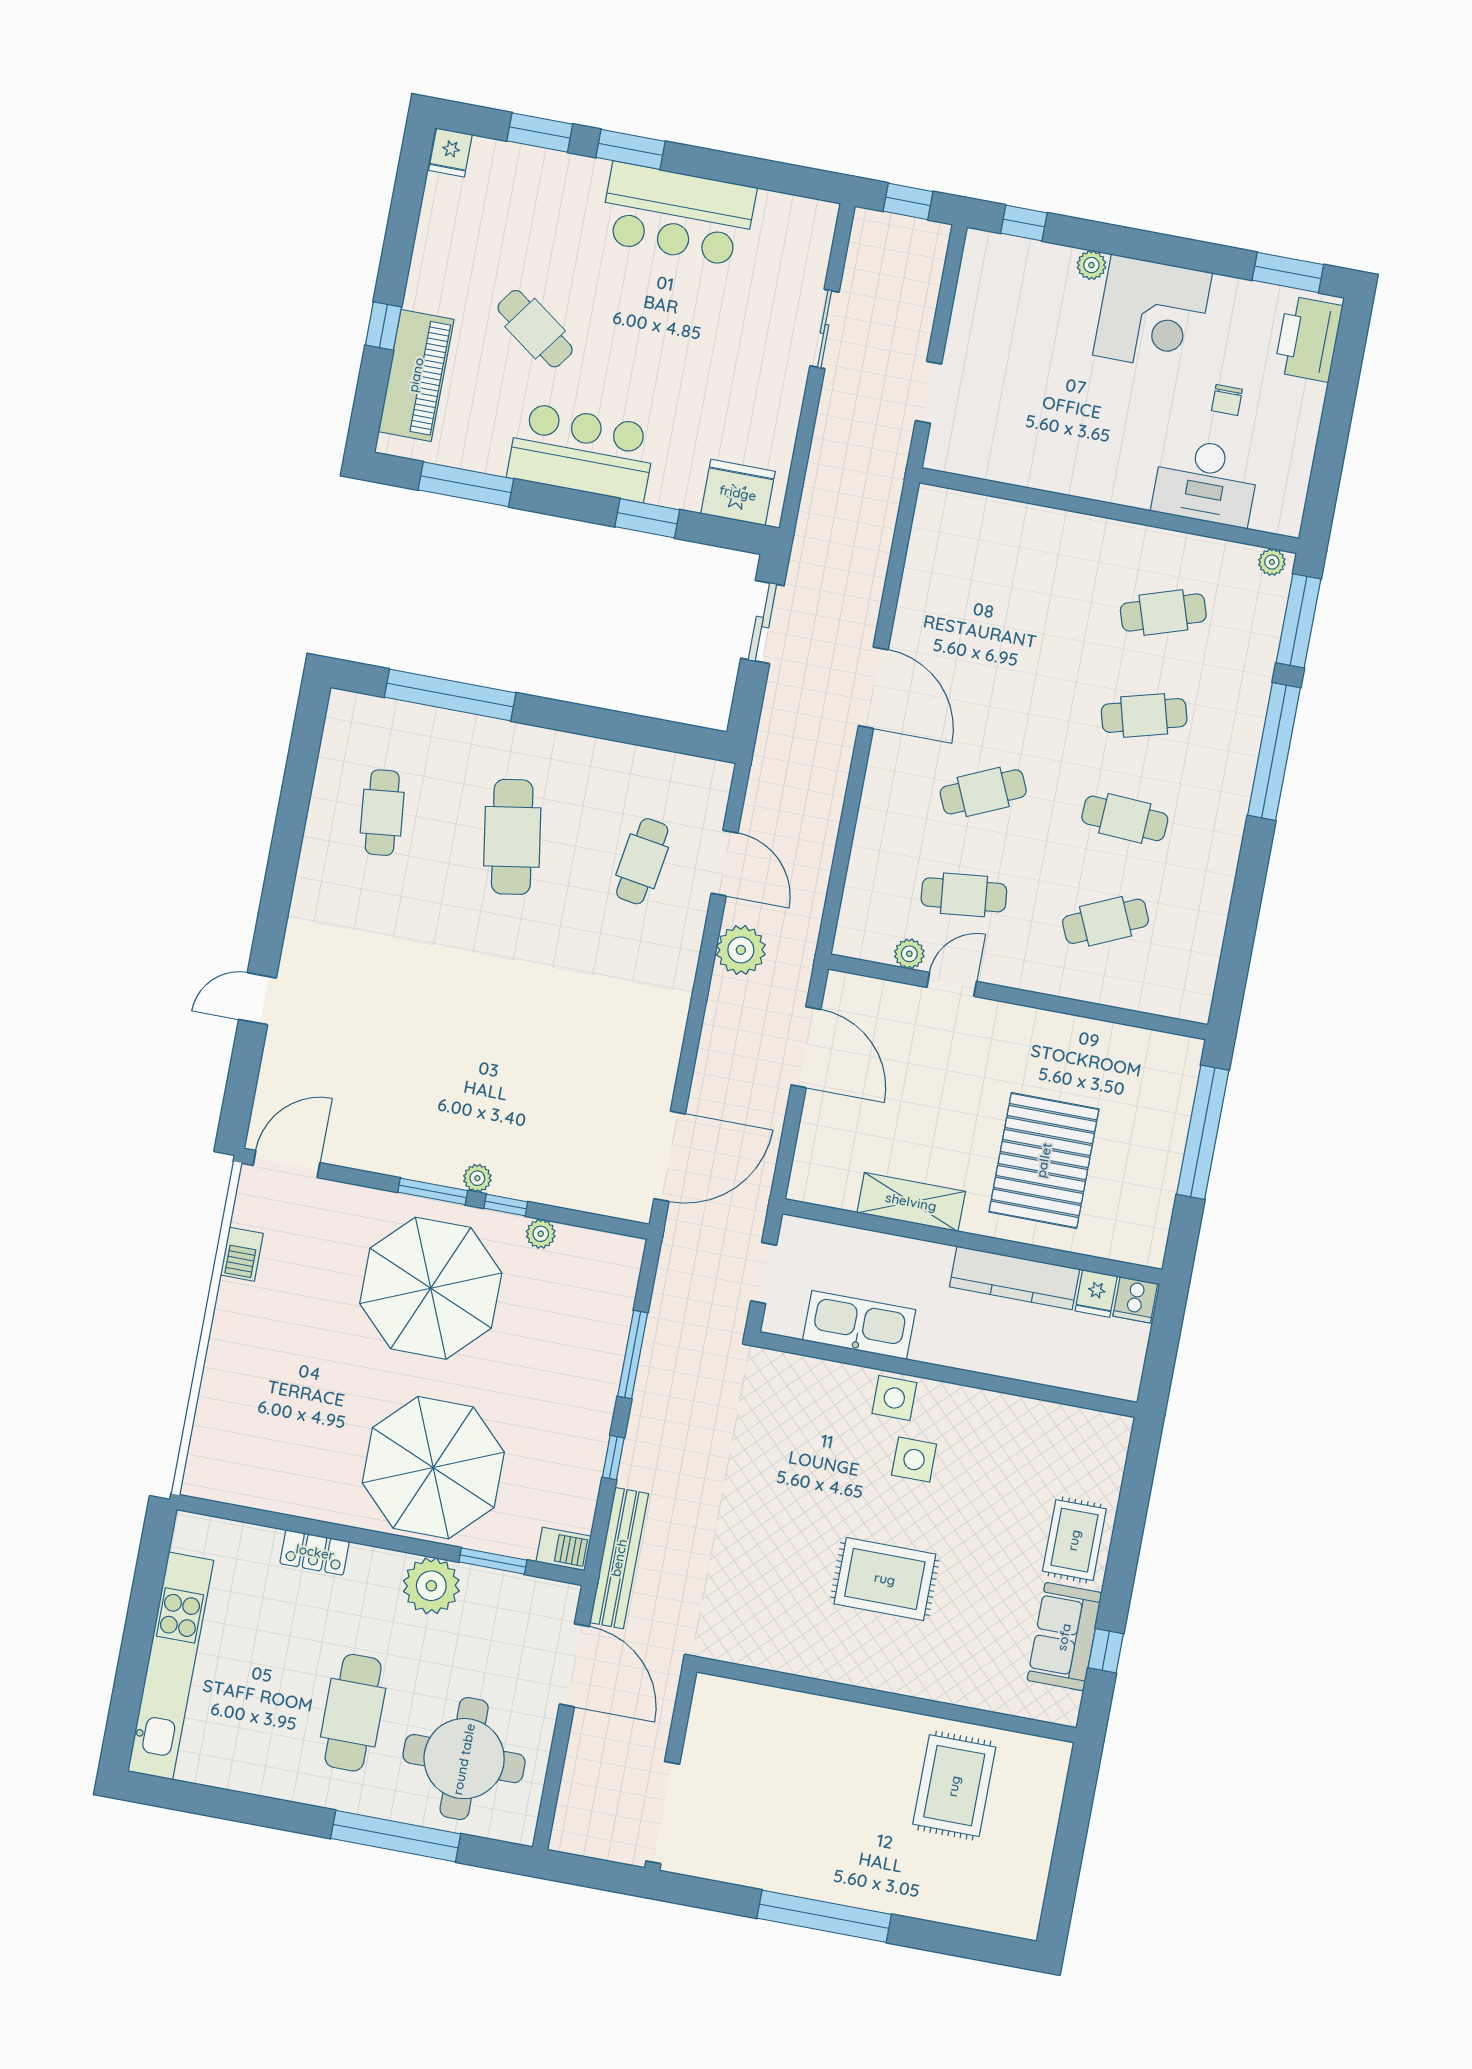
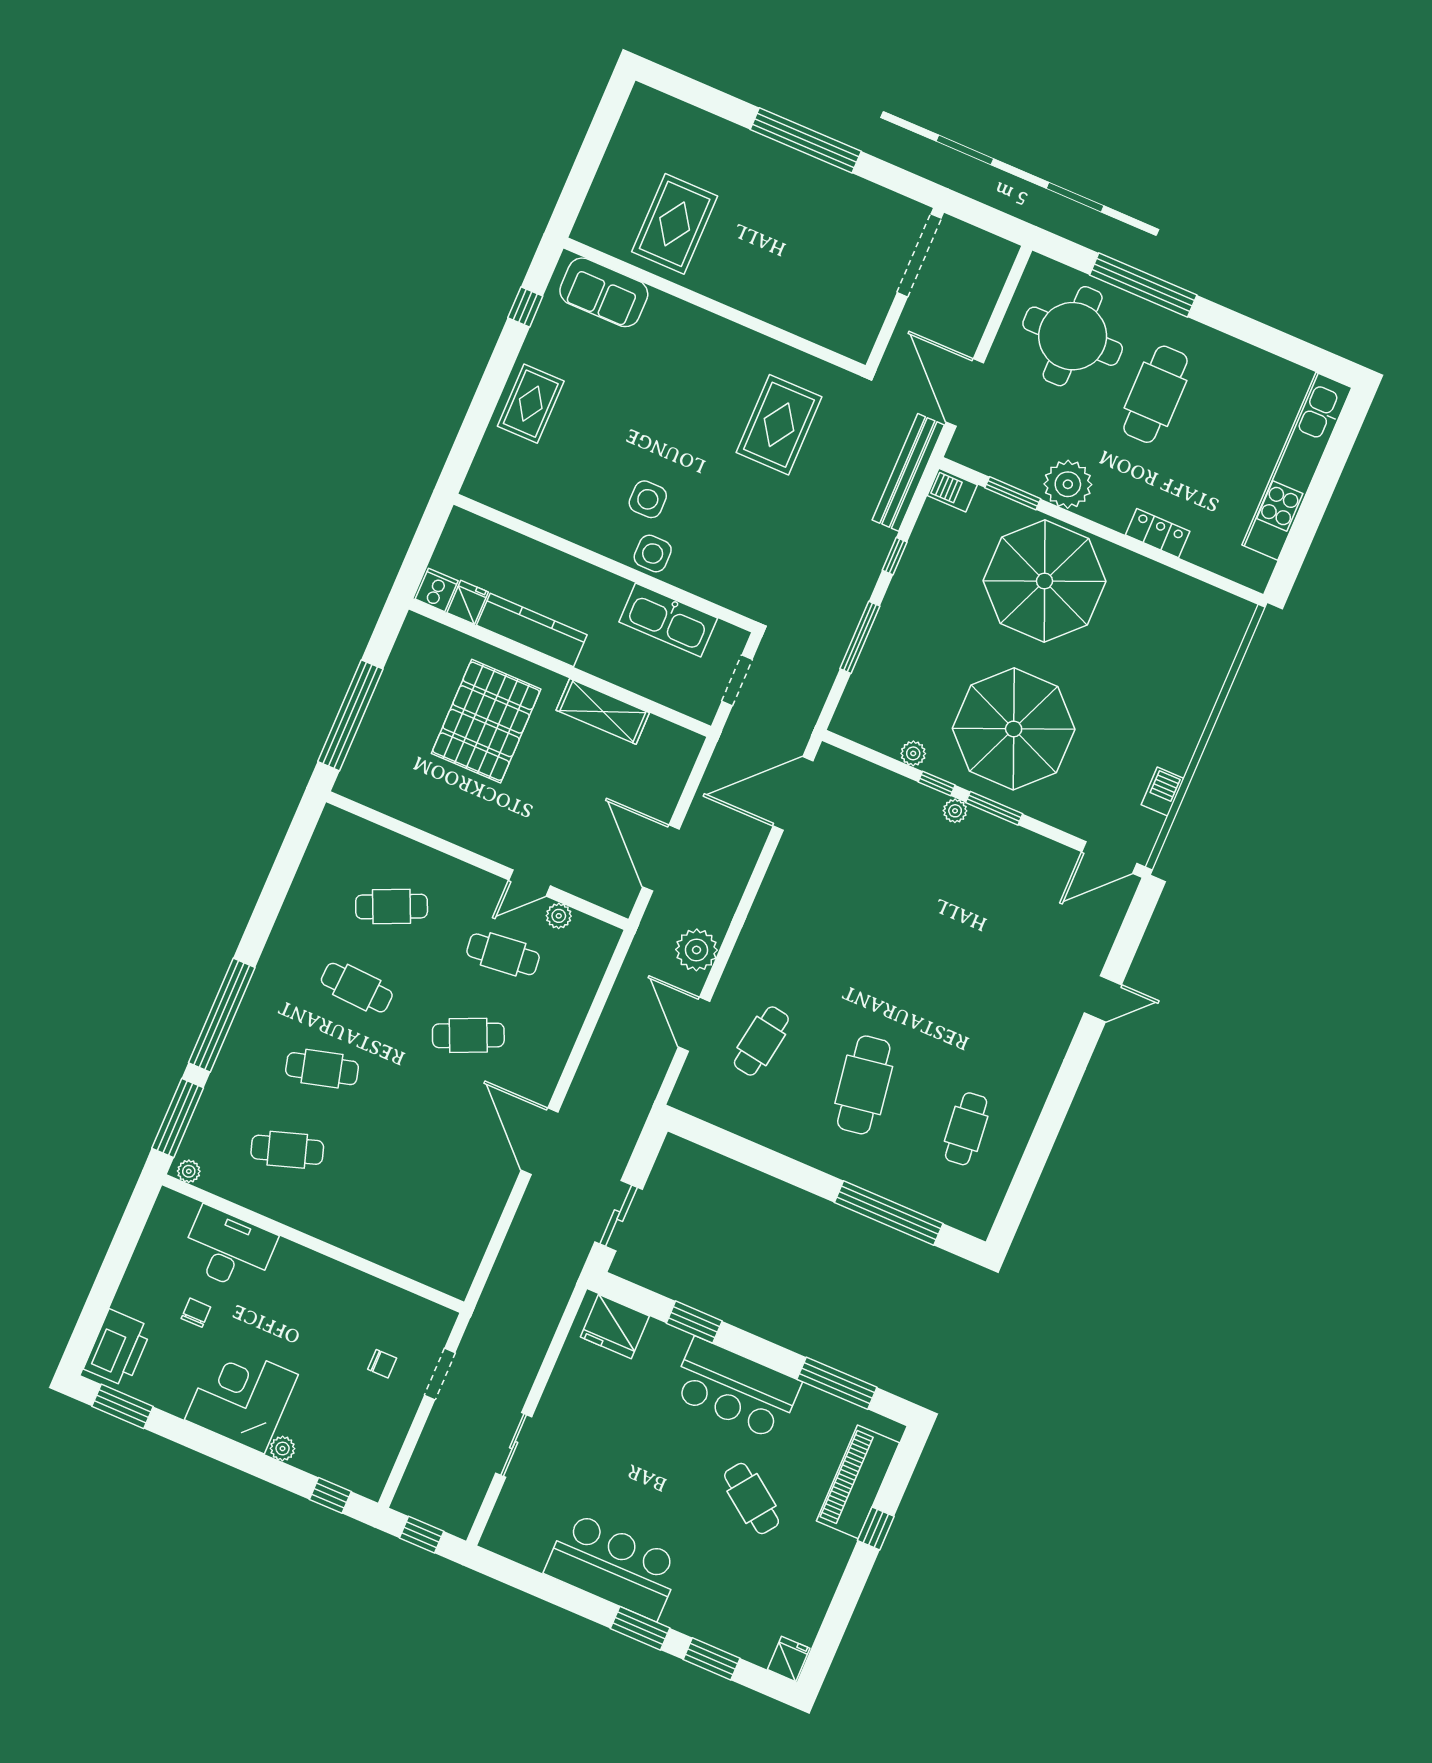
chair: (998, 389) -> (382, 1364), added
rug: (885, 1579) -> (779, 425), moved, turned 90
sofa: (1064, 1637) -> (604, 292), moved, turned 90

